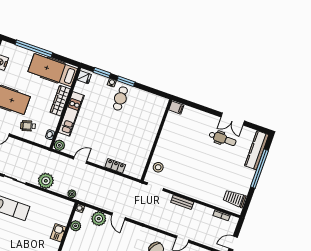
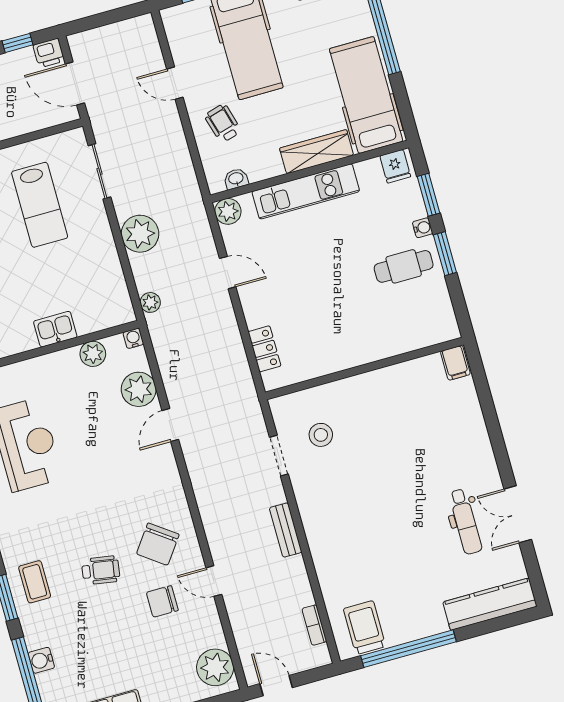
filing cabinet: (176, 108) -> (455, 363), moved
wall: (156, 140) -> (365, 368), moved
window: (259, 169) -> (409, 649), moved

